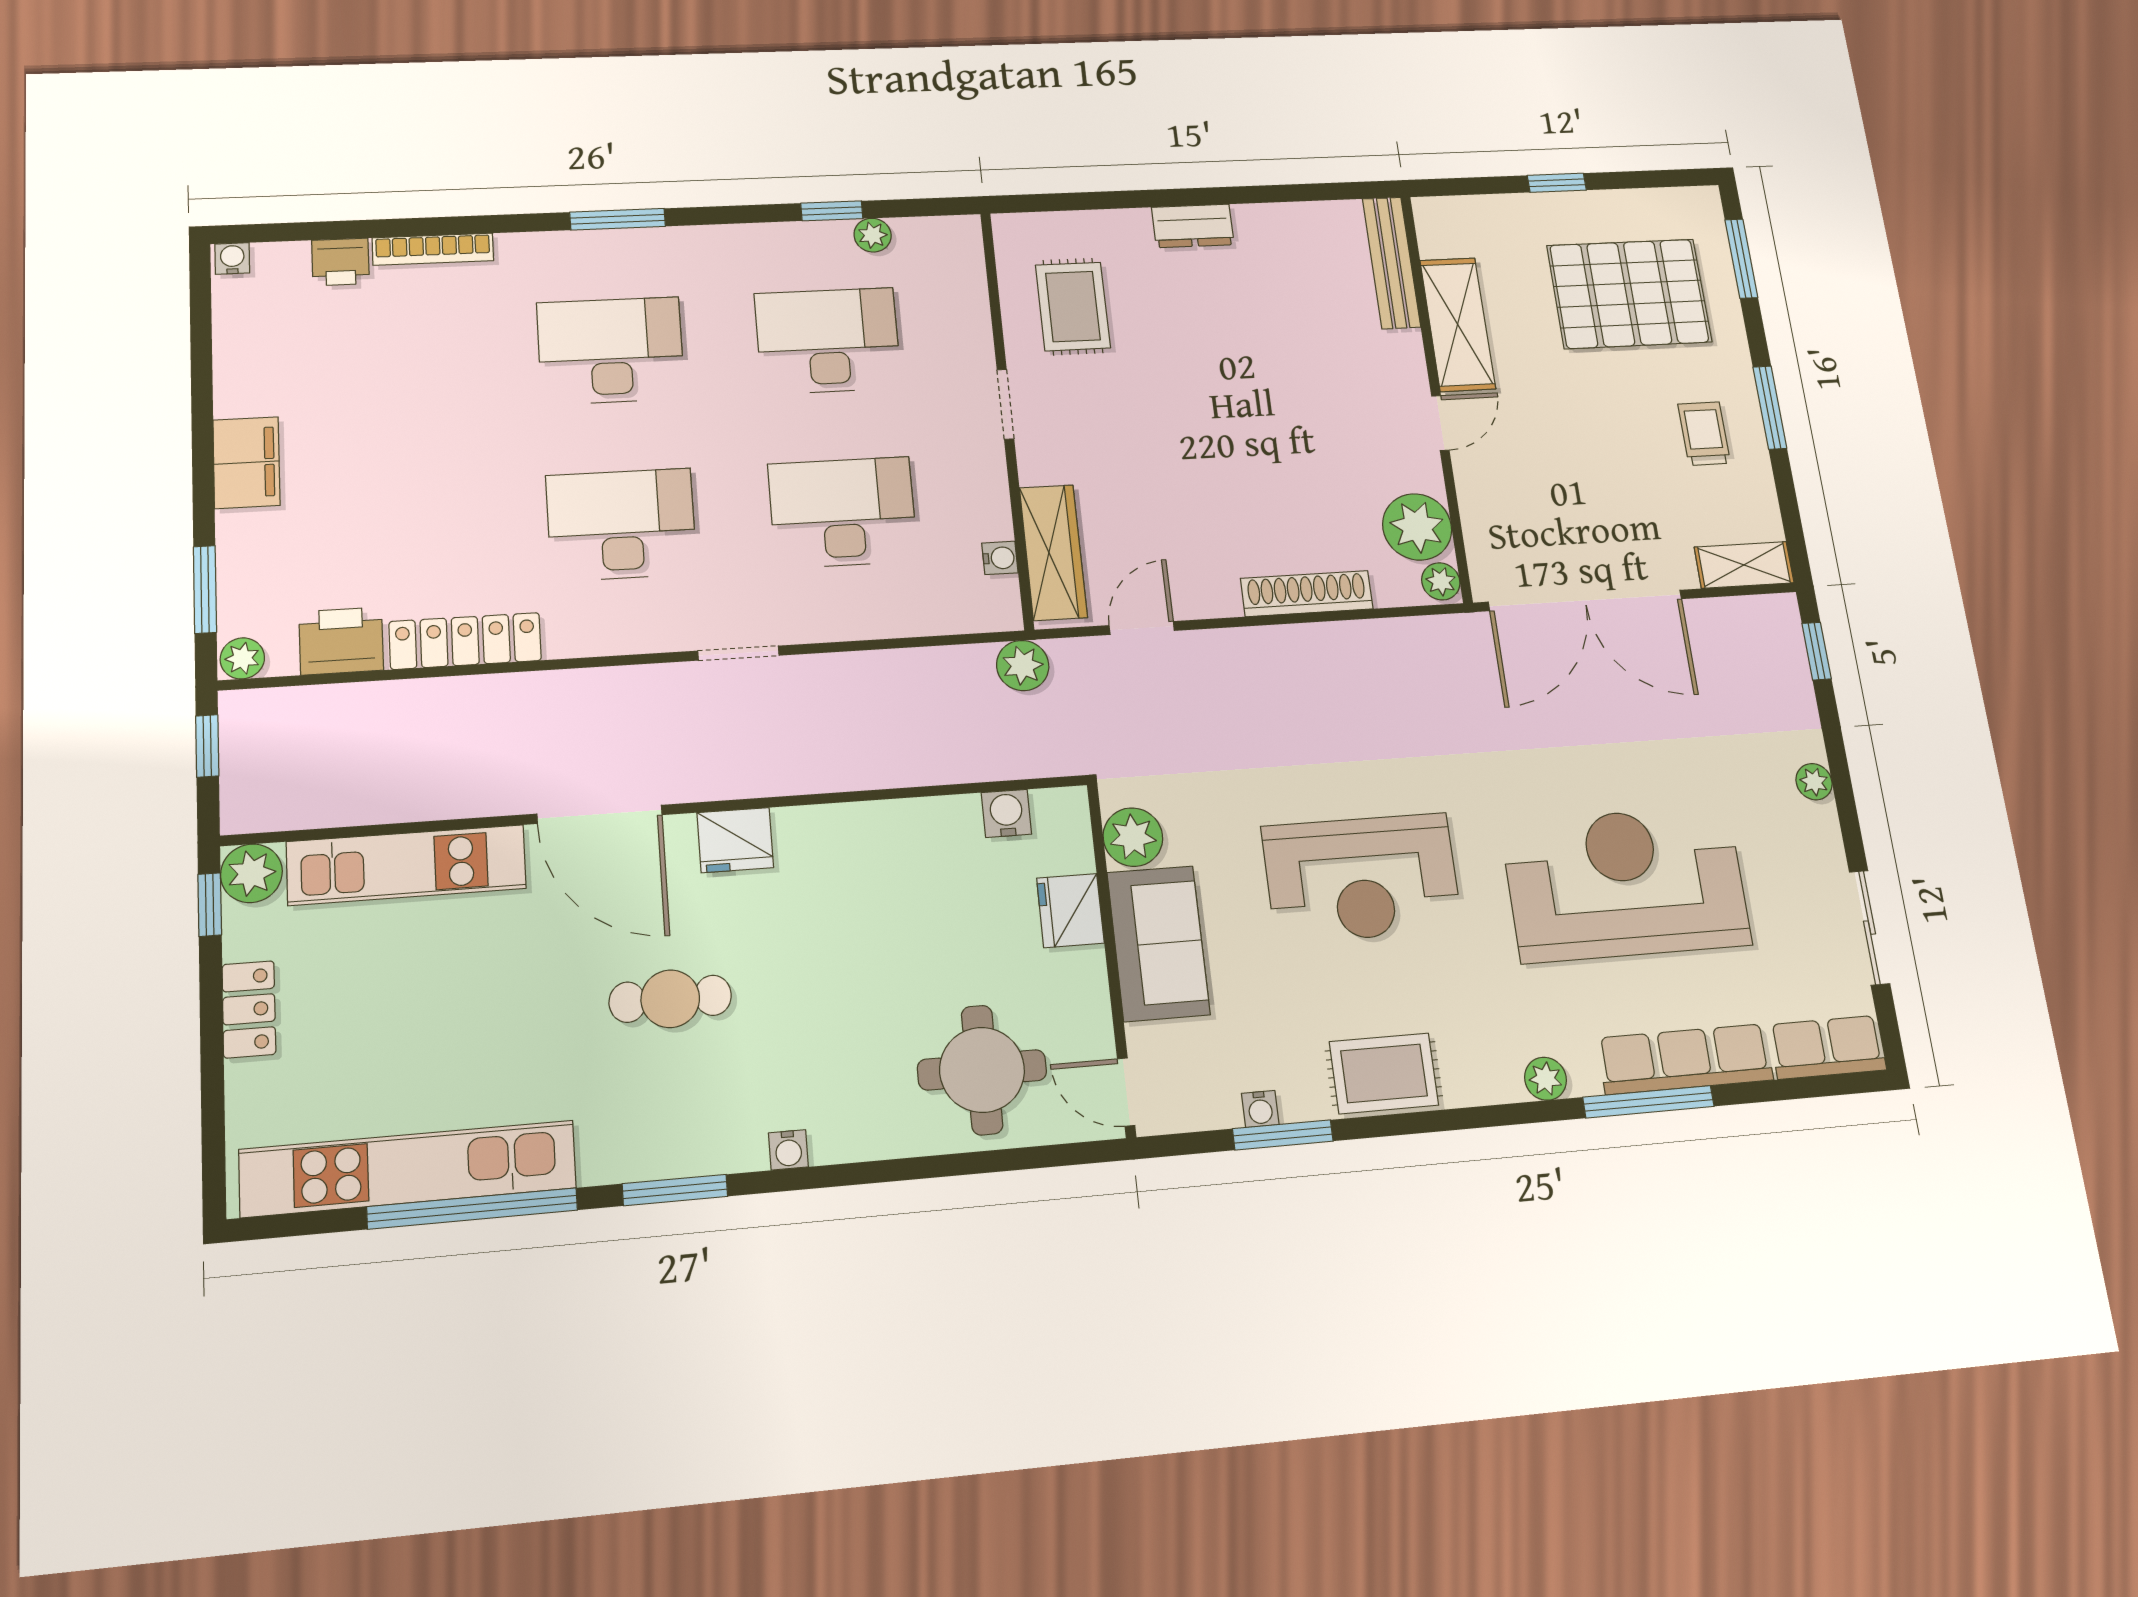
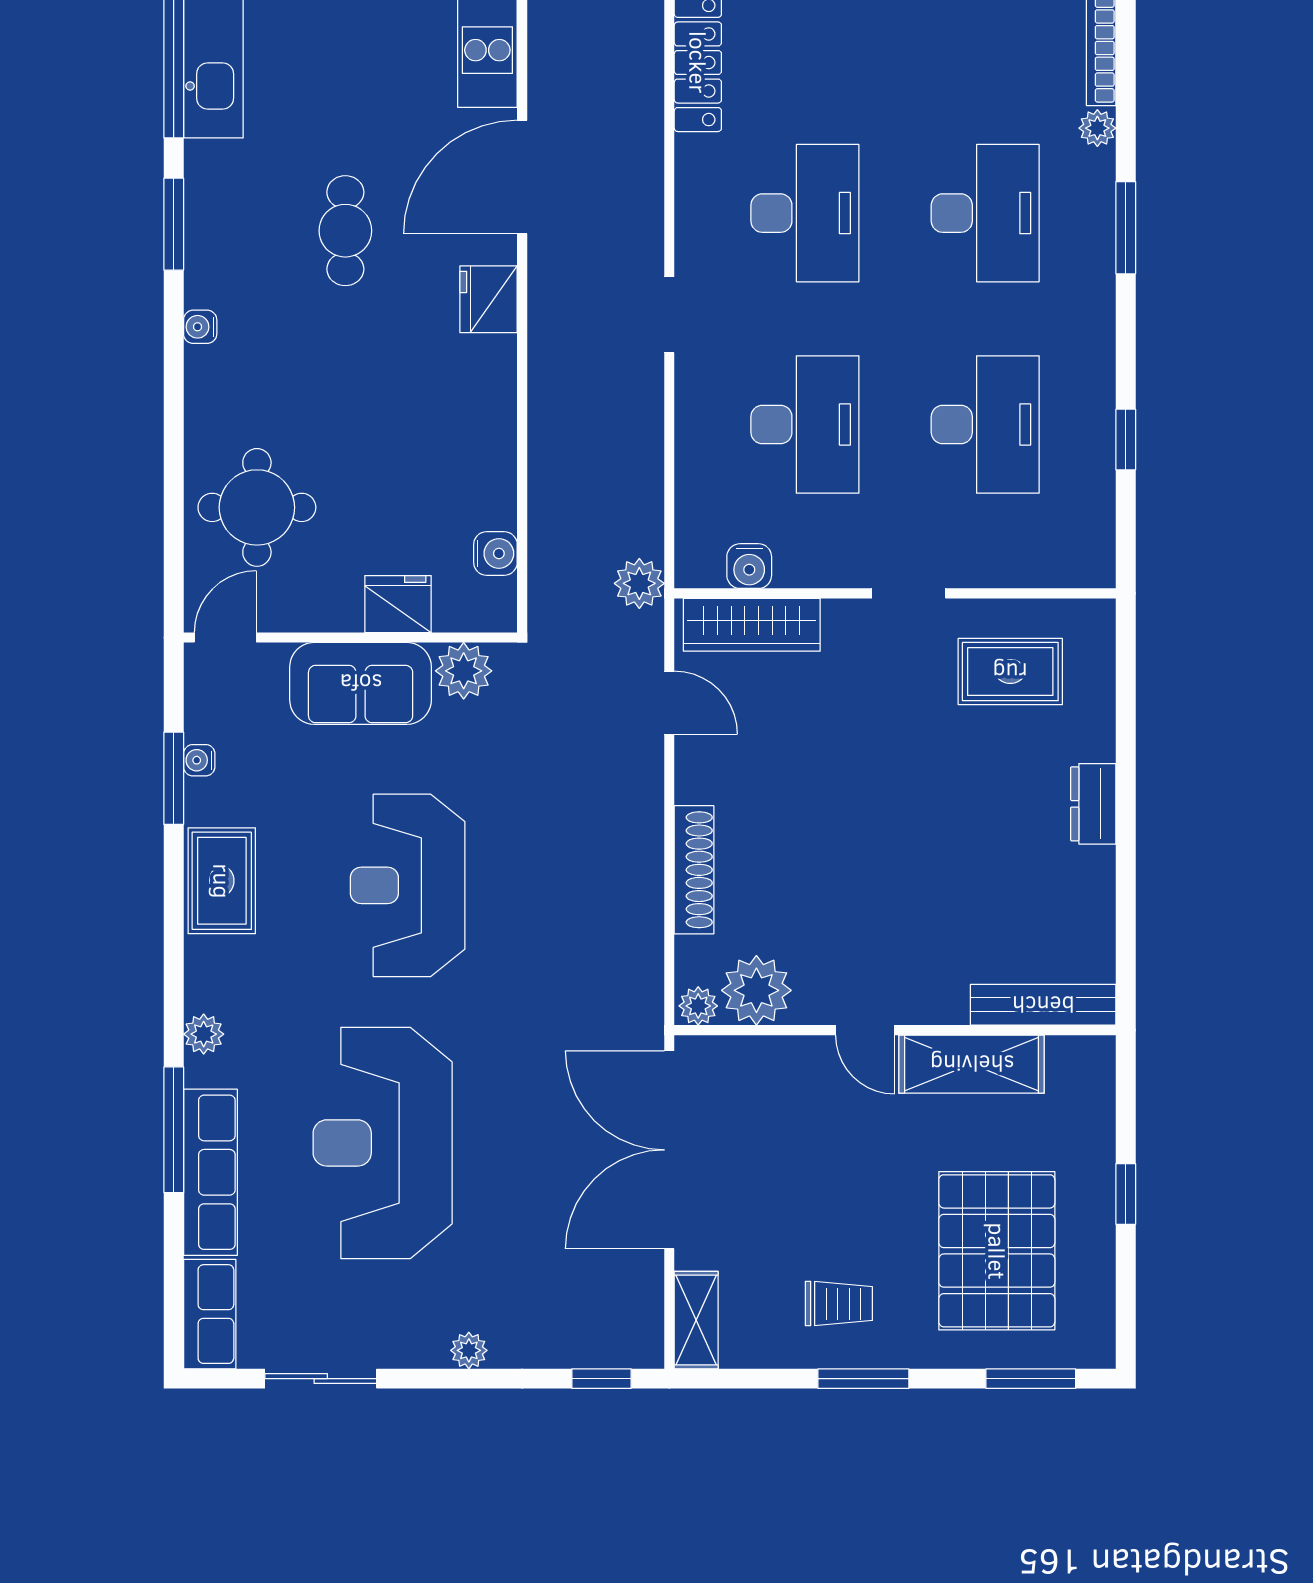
plant: (873, 235) -> (1097, 128), moved
water cooler: (1000, 558) -> (749, 566), width x1.38, depth x1.38
reception desk: (1626, 883) -> (383, 1143), turned 180

